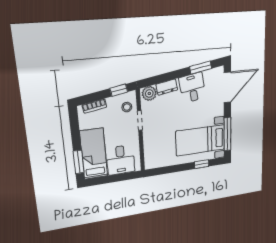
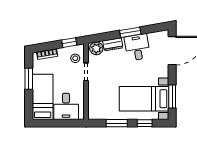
window: (201, 68) -> (130, 32), moved
window: (227, 134) -> (172, 96), width x0.69
window: (79, 162) -> (29, 79), moved
window: (174, 169) -> (117, 123), added

